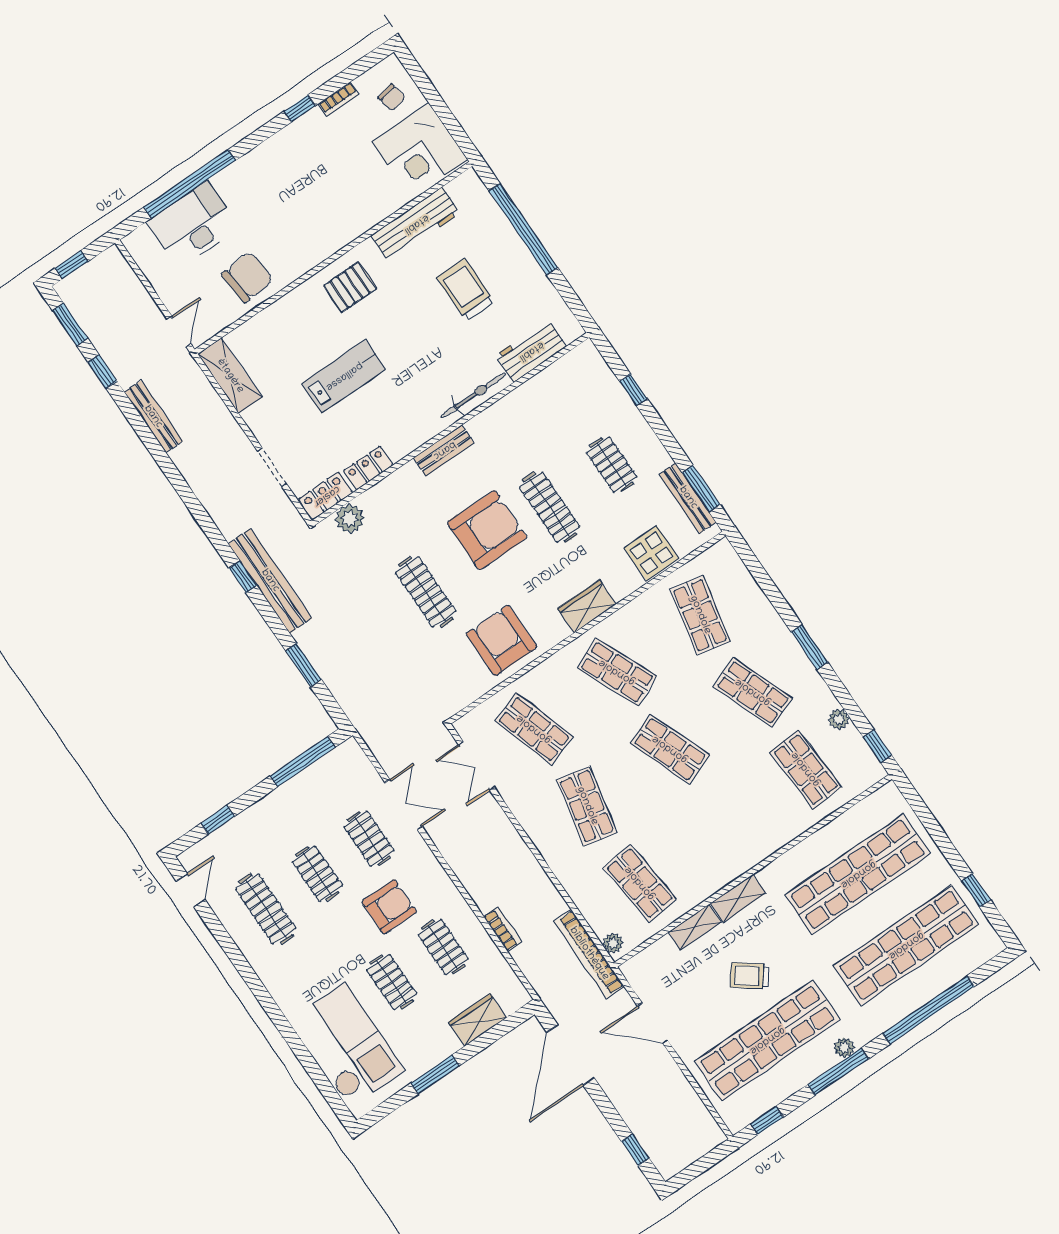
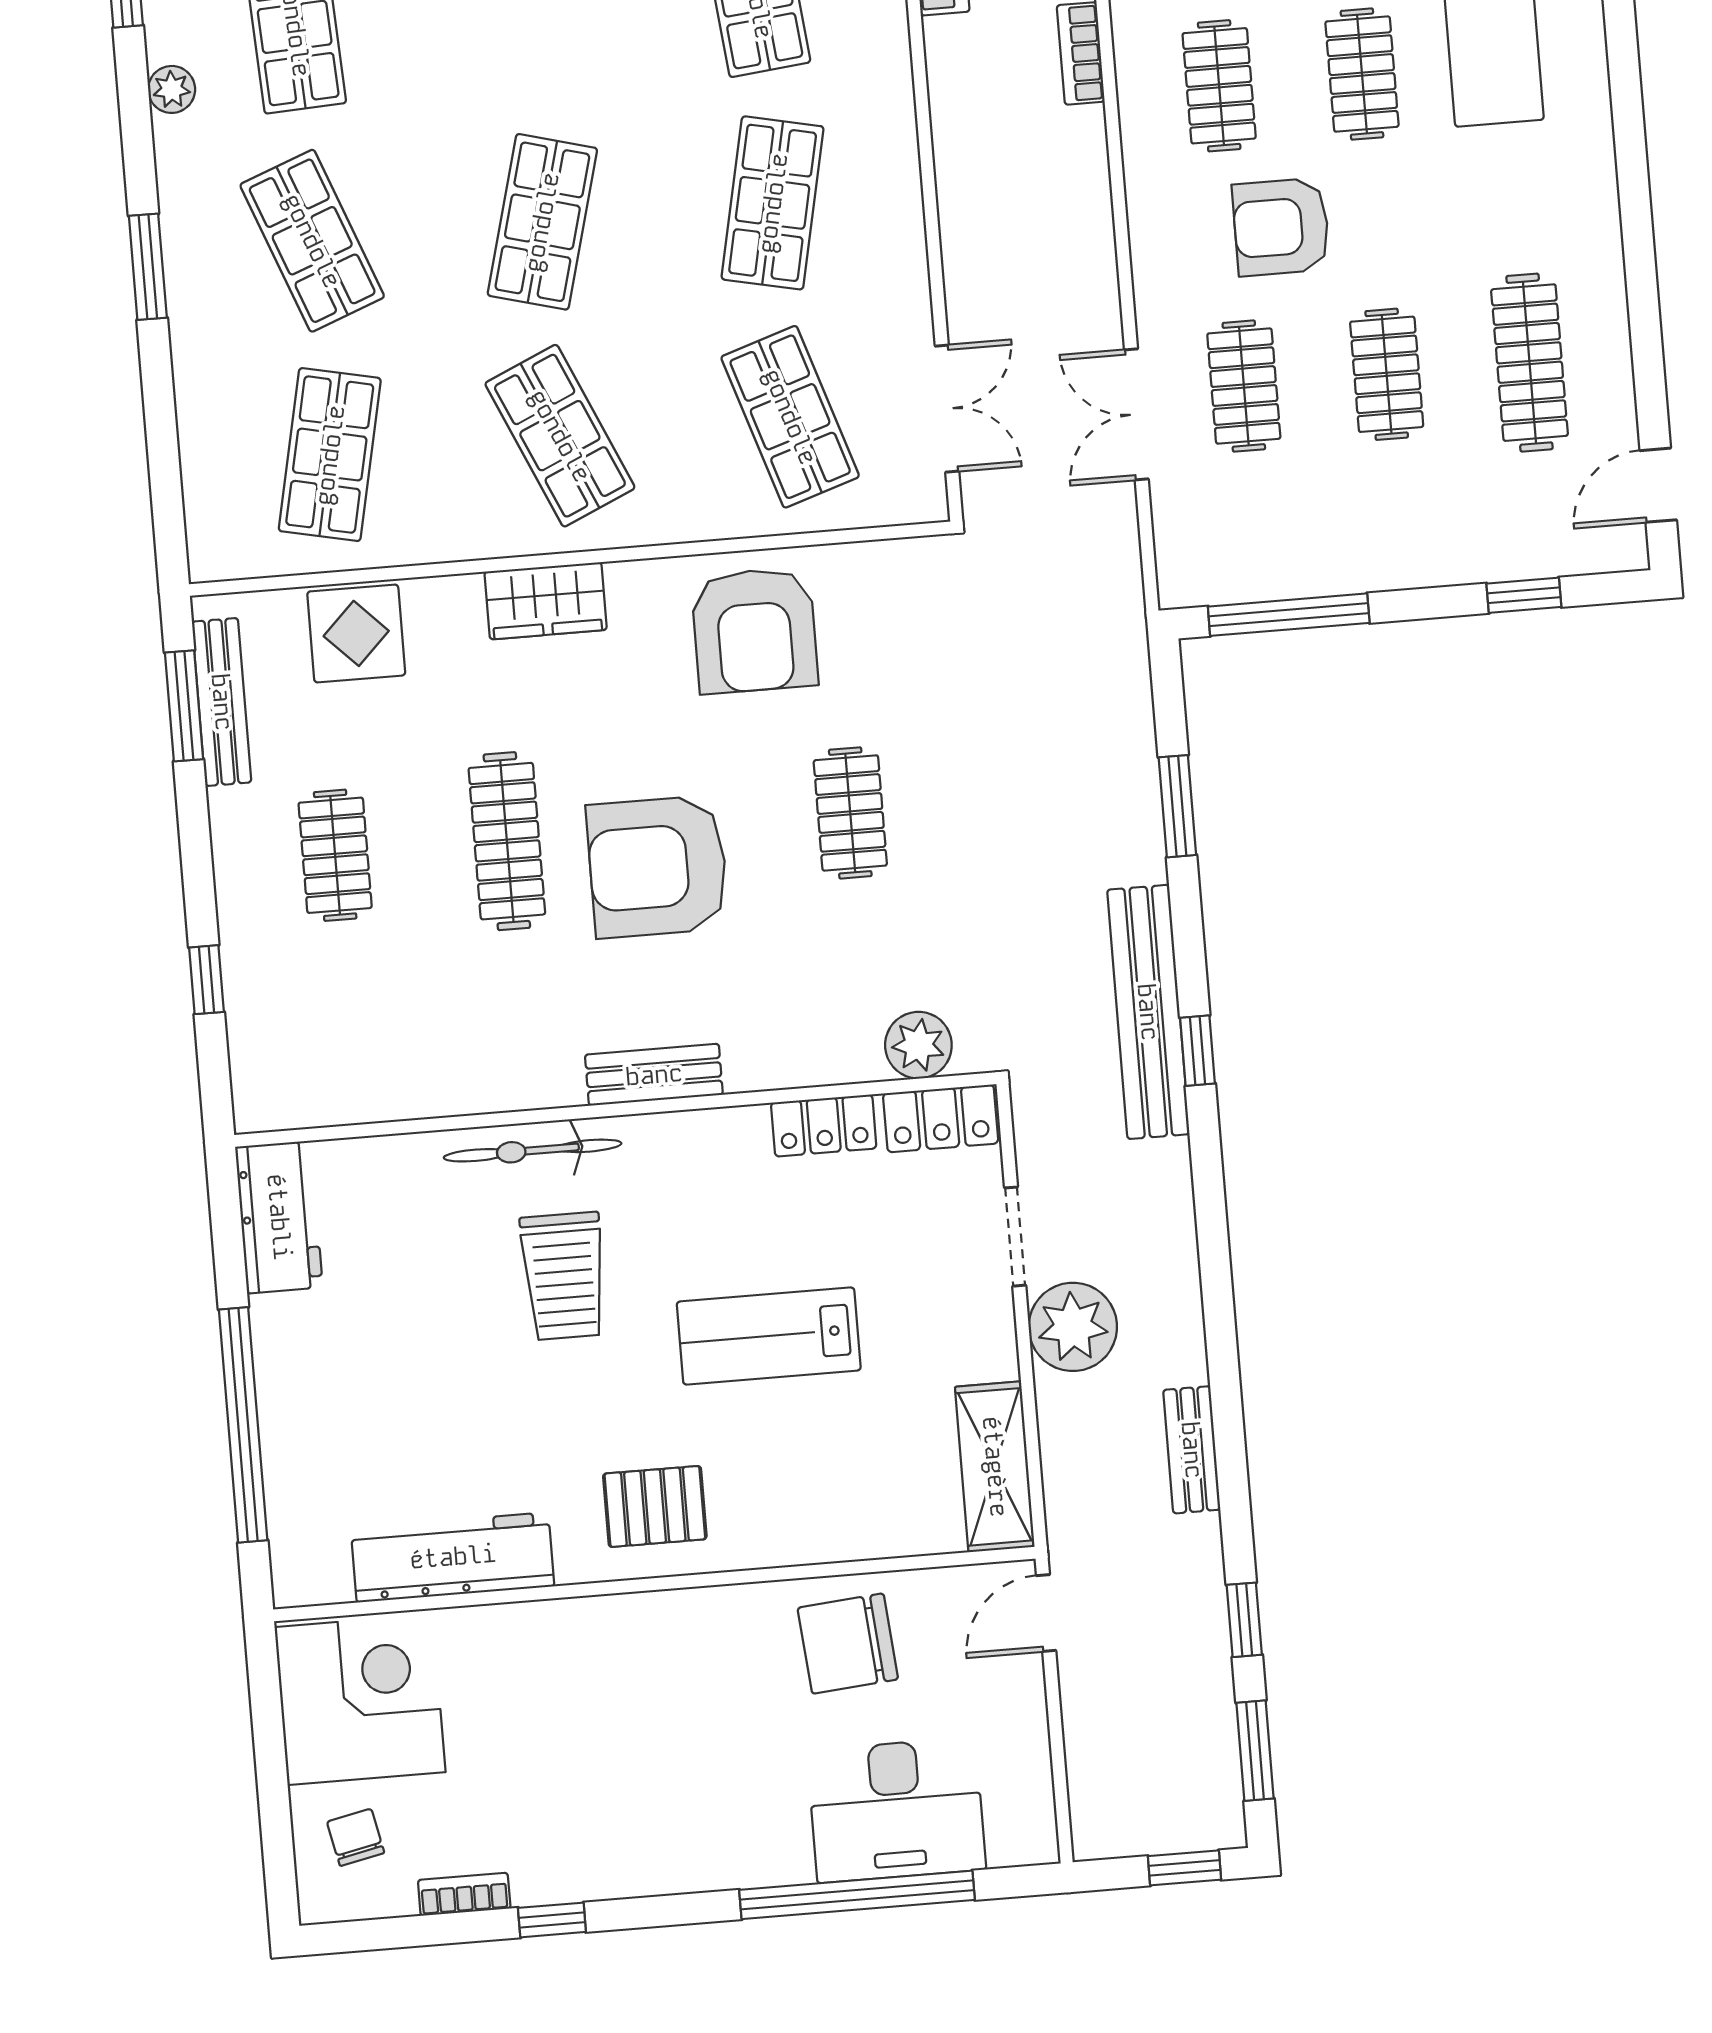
trolley: (466, 290) -> (564, 1276), moved
workbench: (531, 351) -> (279, 1217), moved, turned -90
bench: (153, 417) -> (1192, 1450), width x0.73
plant: (231, 445) -> (1073, 1327), added
clothes rail: (426, 592) -> (850, 813), width x0.73
shop shelf: (670, 749) -> (542, 222), turned 36

